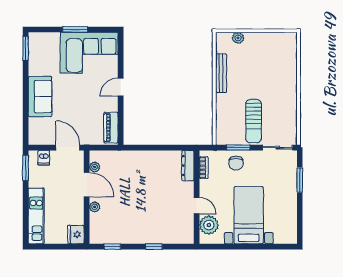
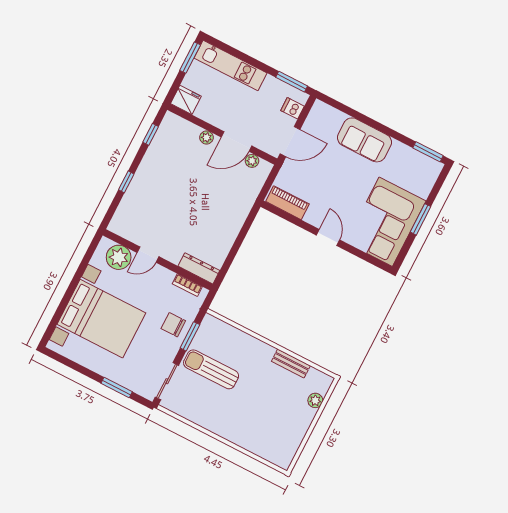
bench: (221, 73) -> (291, 363), width x0.73
bed with nightstands: (249, 215) -> (101, 319), width x1.36
window: (45, 247) -> (190, 58), added

